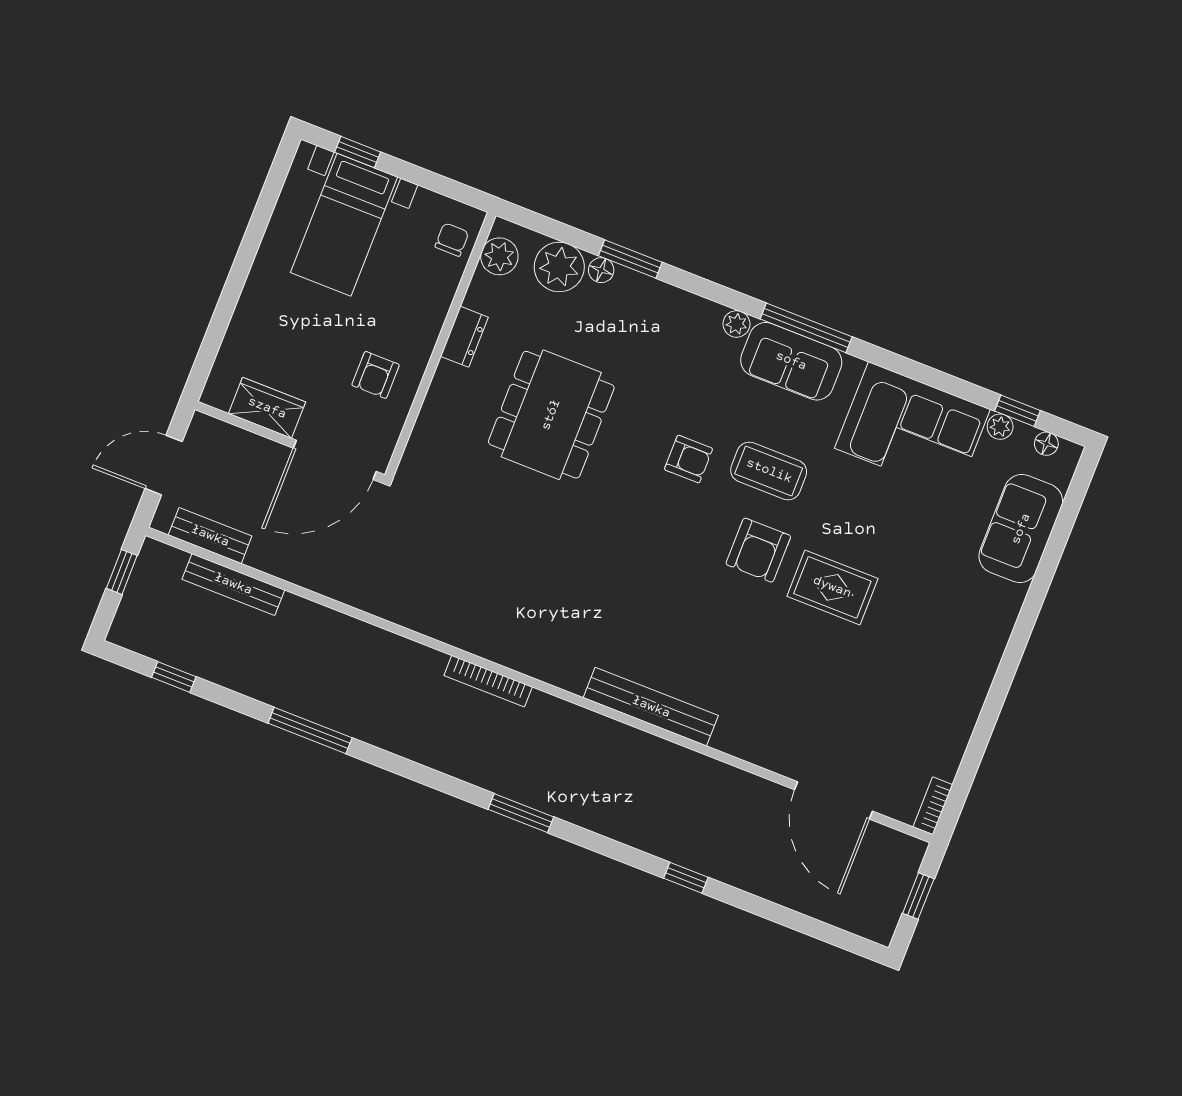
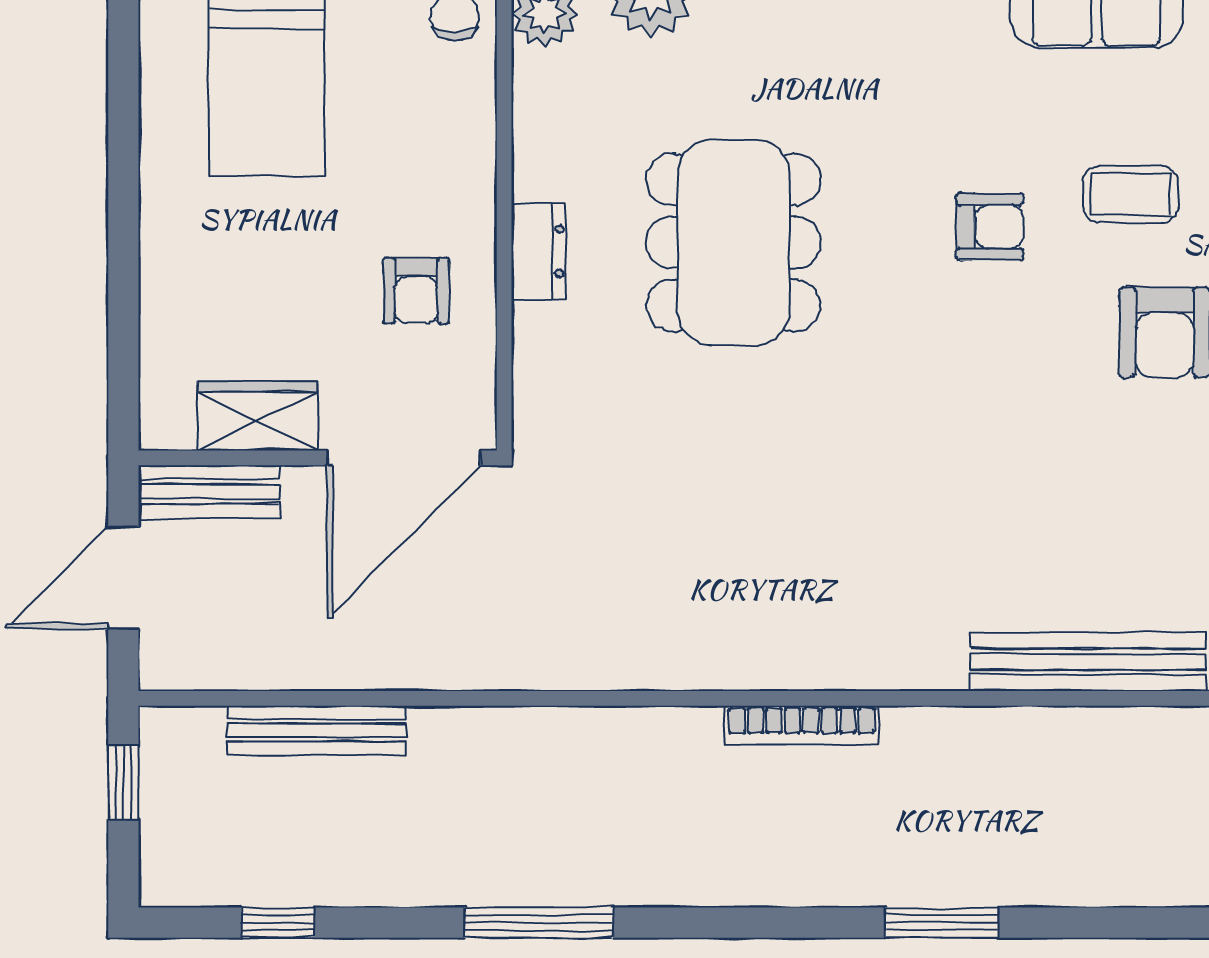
dresser: (464, 337) -> (538, 251), moved
coffee table: (769, 471) -> (1130, 195), width x0.73, depth x0.77
bench: (210, 536) -> (210, 492), moved

